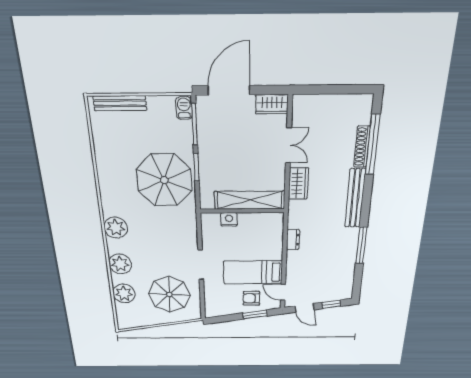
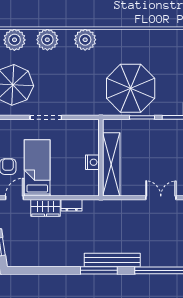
double door: (289, 145) -> (161, 198), swing flipped
shoe rack: (362, 147) -> (159, 261), removed
wardrobe: (298, 184) -> (45, 208), moved
nightstand: (229, 219) -> (92, 162), moved
window: (361, 245) -> (99, 270), moved

